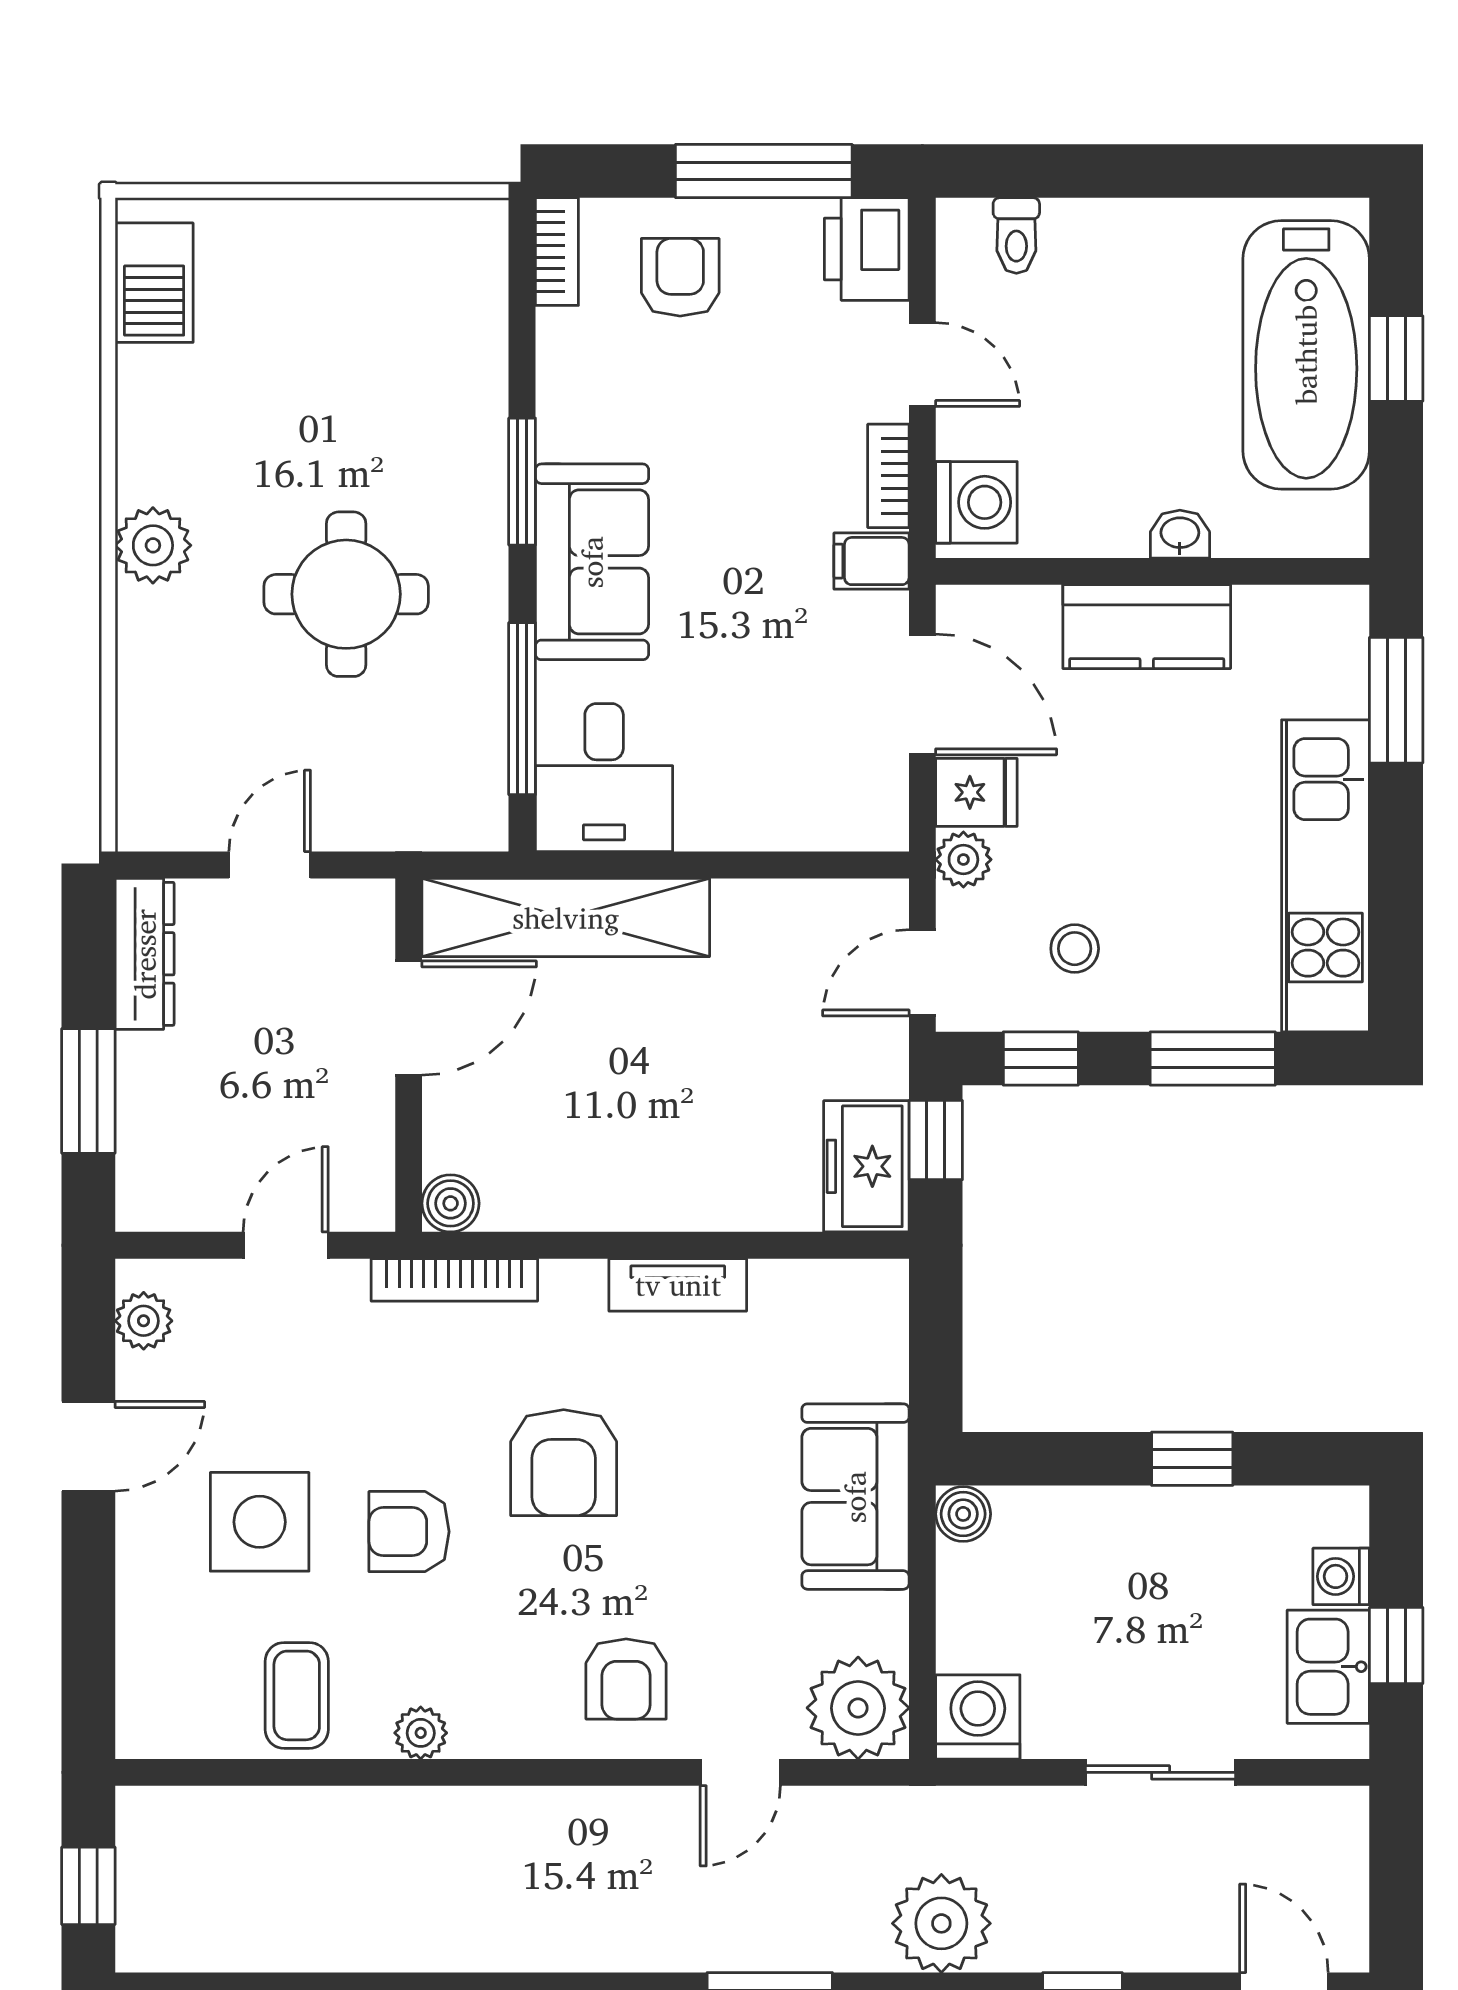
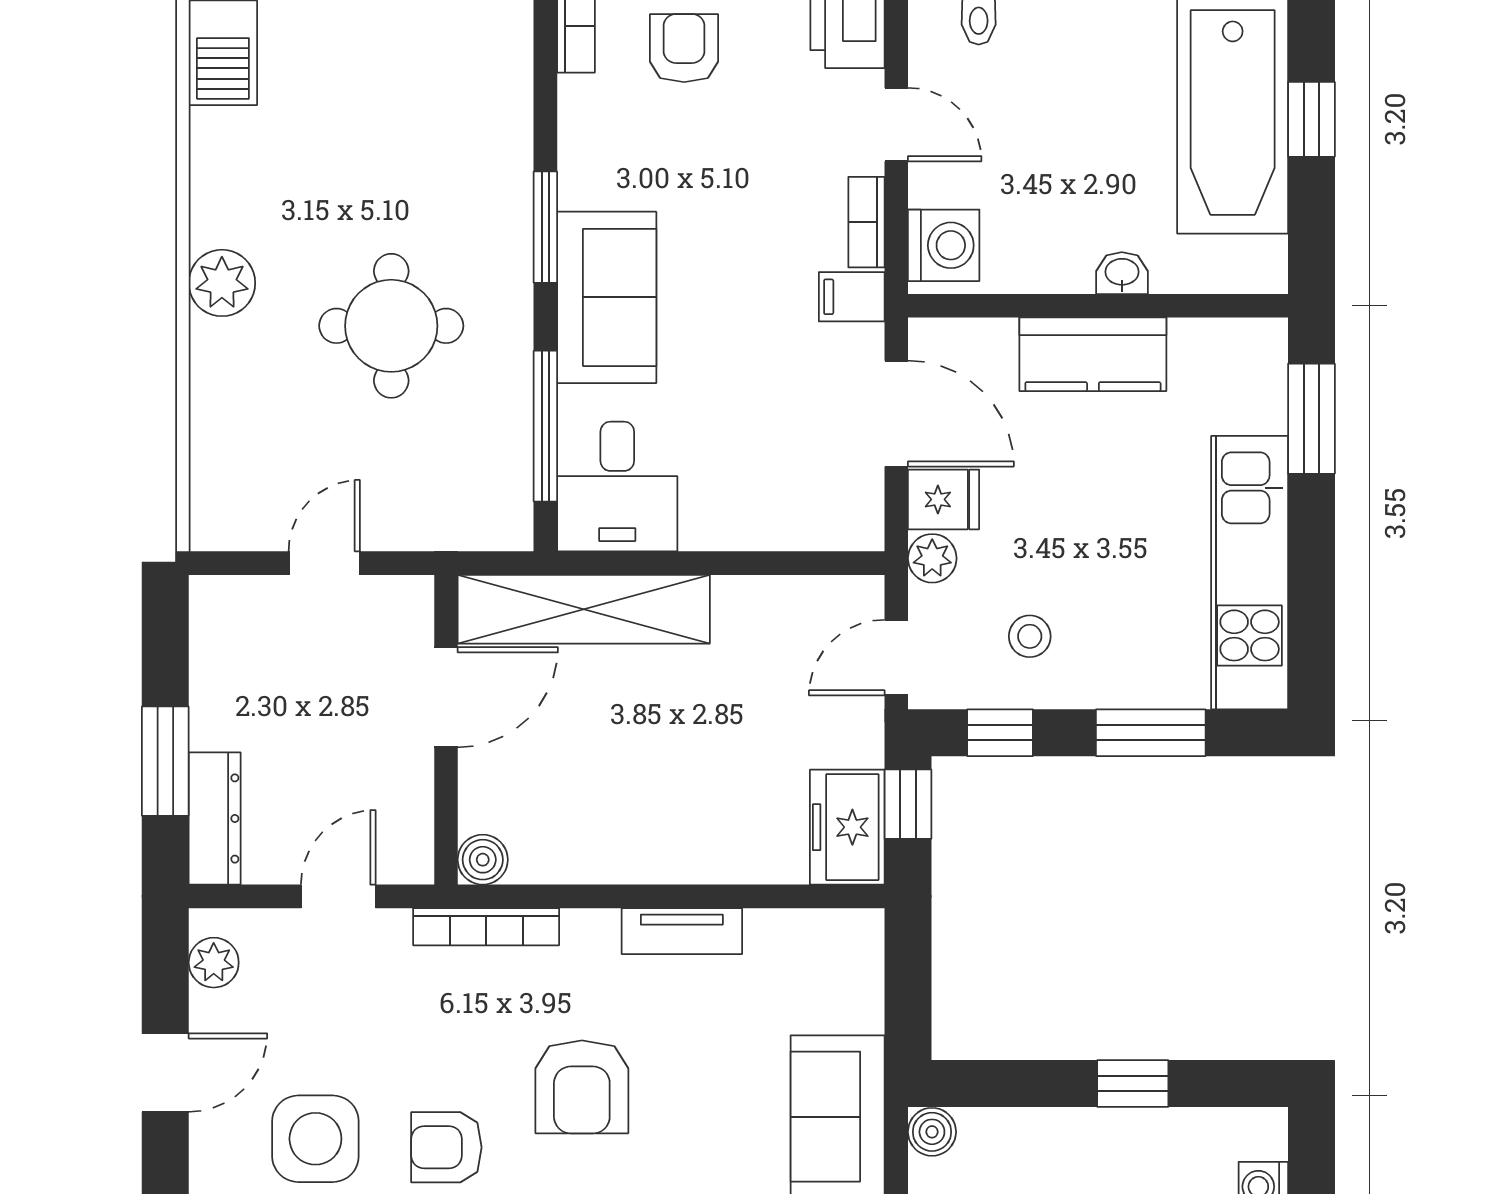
dresser: (145, 954) -> (215, 818), moved

